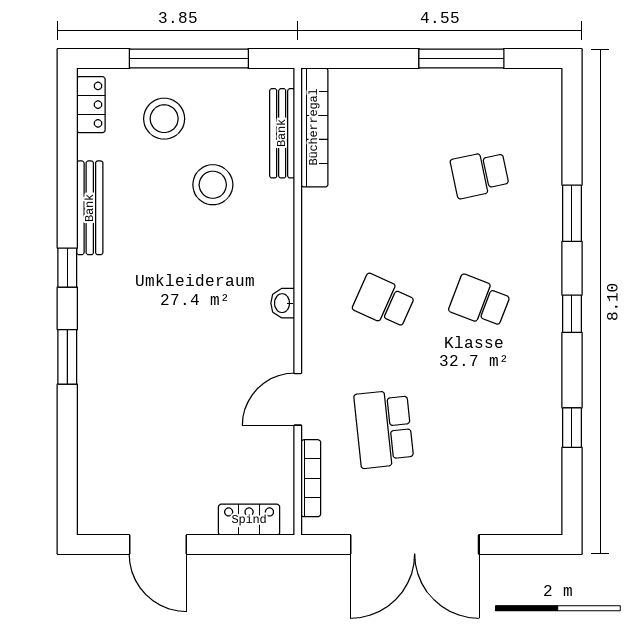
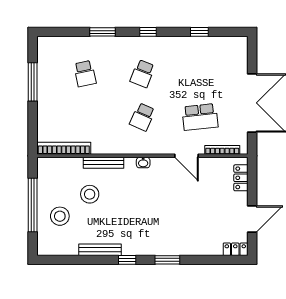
locker: (91, 105) -> (235, 249), moved
bench: (282, 133) -> (103, 163), moved

